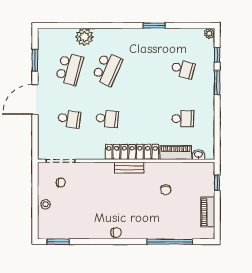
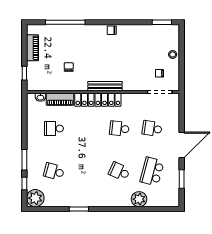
plant: (209, 33) -> (35, 198), width x1.87, depth x1.87
school desk: (107, 69) -> (119, 171), width x0.54
bench: (129, 168) -> (105, 86), width x1.36

